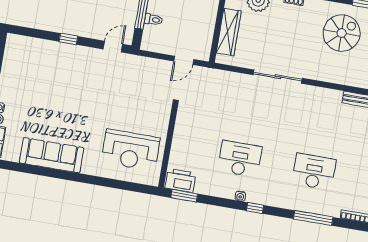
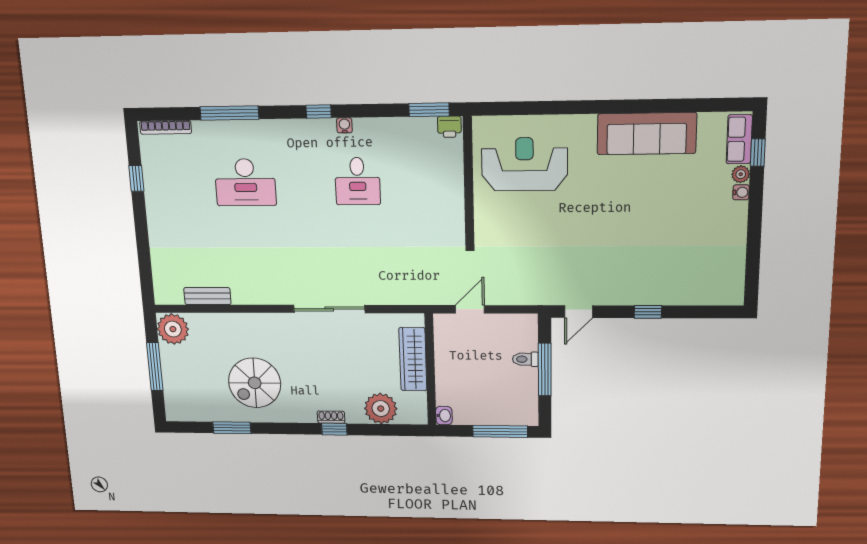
desk: (240, 159) -> (357, 181), width x0.73
printer: (180, 180) -> (449, 127), width x0.53, depth x0.68

